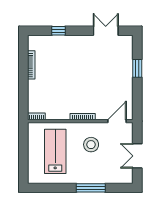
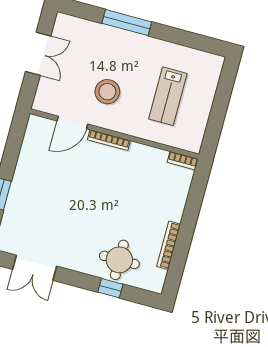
round table: (58, 49) -> (119, 260), added
door: (117, 121) -> (72, 123), moved
lab bench: (55, 151) -> (168, 96), width x0.73, depth x0.72

